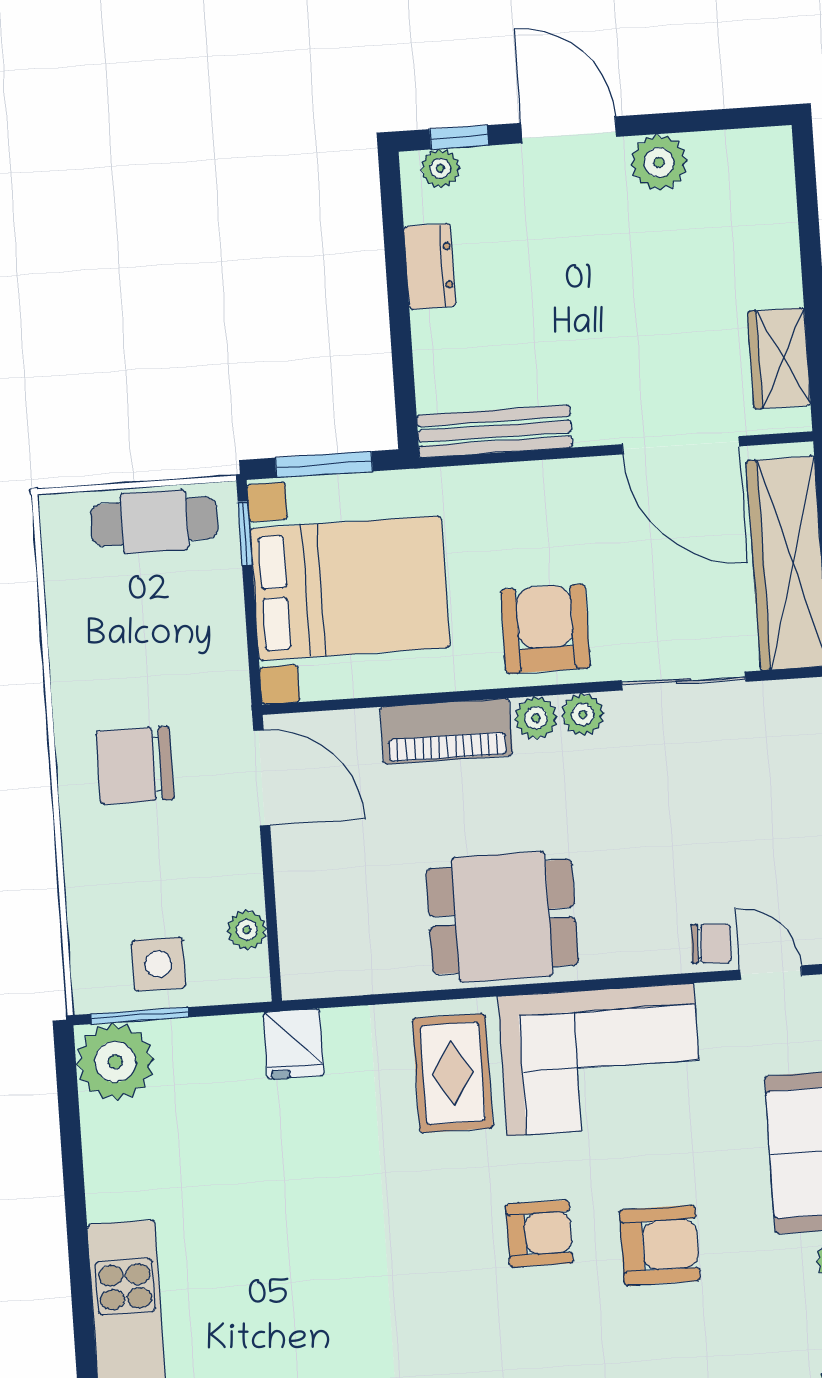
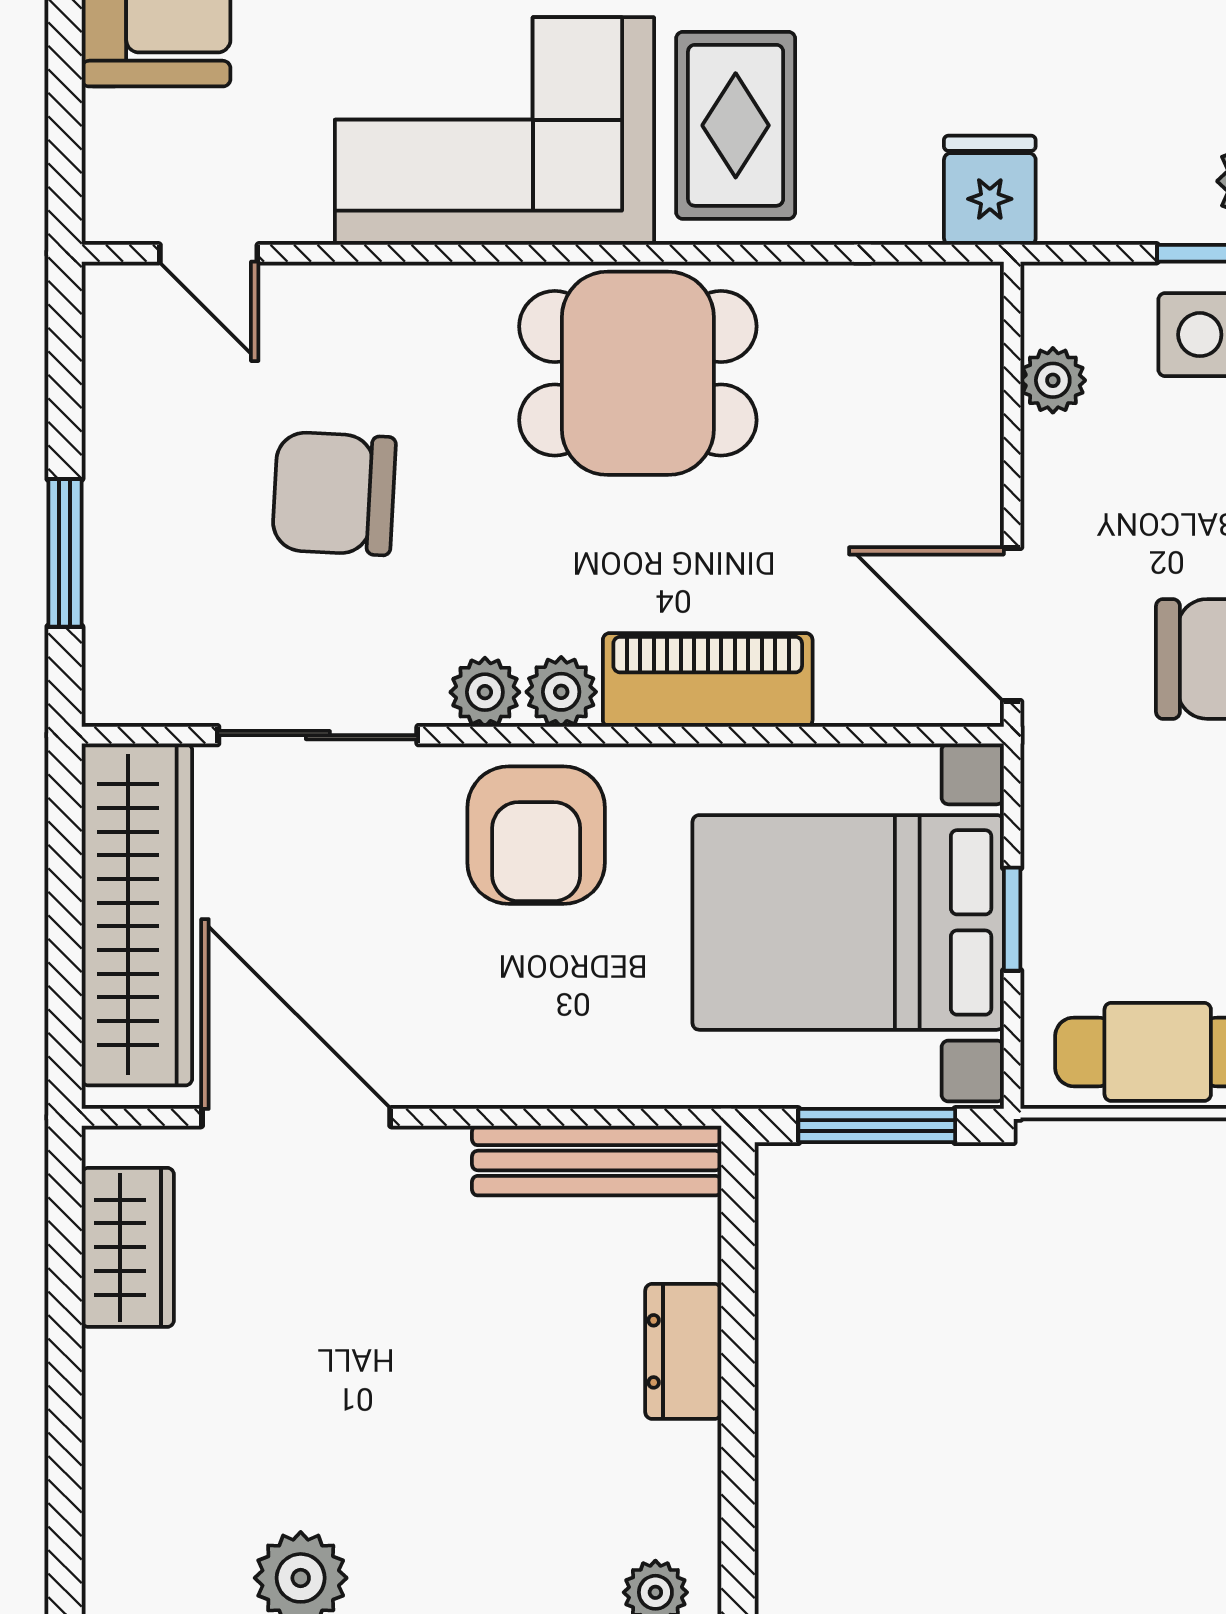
dresser: (430, 266) -> (683, 1351), moved
window: (245, 533) -> (1012, 919), moved
chair: (711, 944) -> (334, 493), moved, width x1.87, depth x1.87

